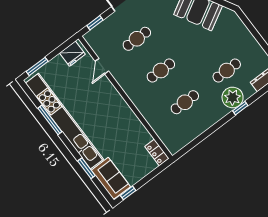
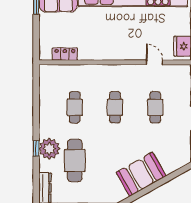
cafe table: (227, 71) -> (75, 160), width x1.37, depth x1.35
locker: (157, 152) -> (65, 54), moved

